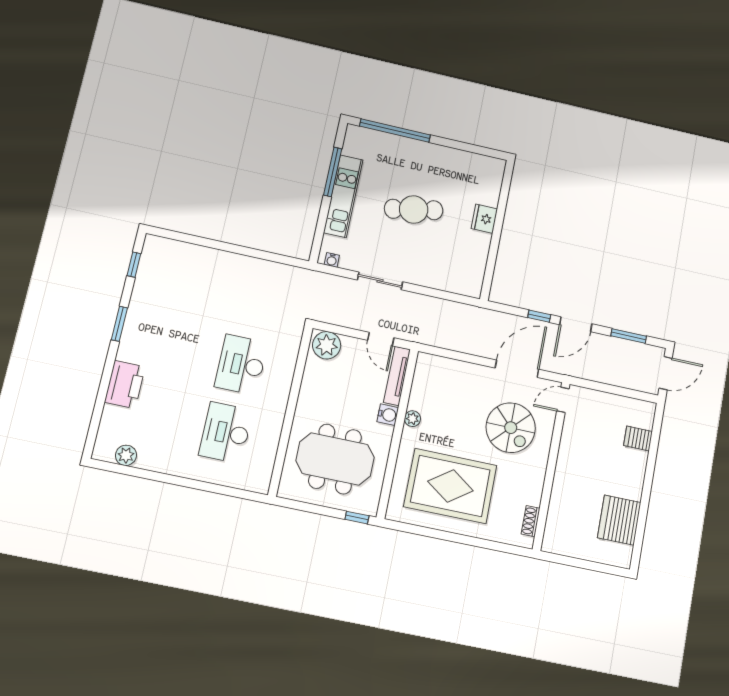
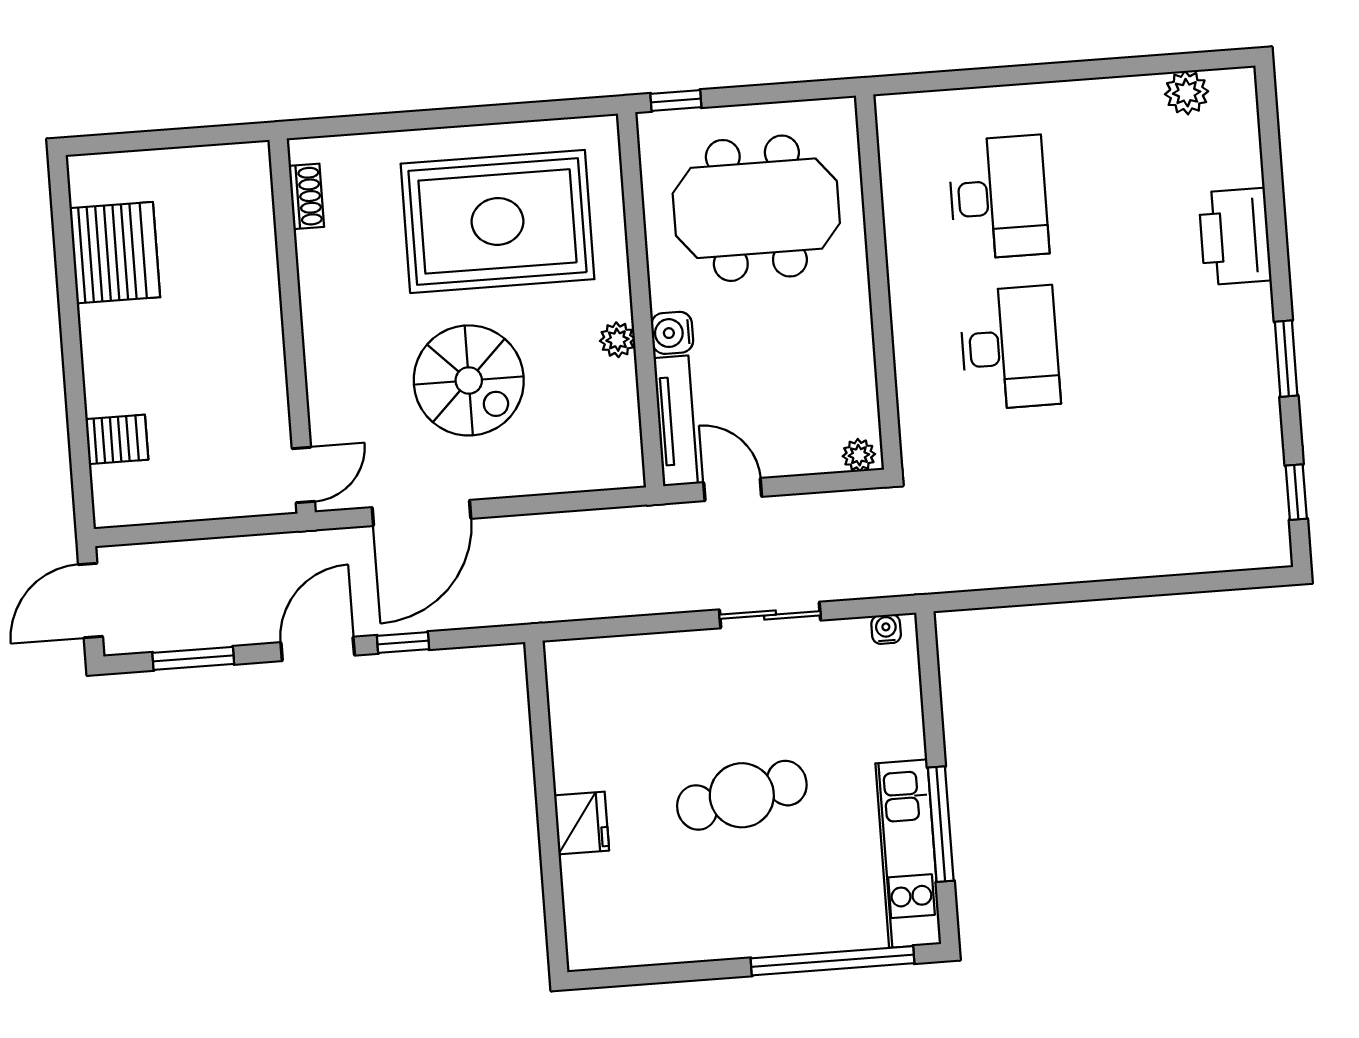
kitchen unit: (343, 196) -> (908, 854), moved
plant: (327, 345) -> (859, 455), width x0.53, depth x0.53
spiral stairs: (511, 428) -> (469, 380), moved, turned 180

